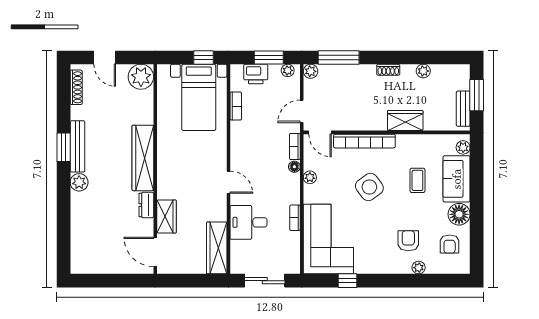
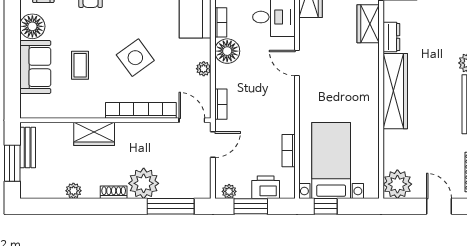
plant: (311, 71) -> (144, 183), moved, width x1.87, depth x1.87
plant: (463, 147) -> (28, 103), removed
floor lamp: (294, 167) -> (227, 51), moved, width x1.89, depth x1.89

